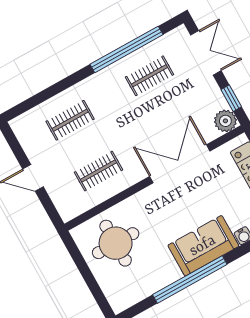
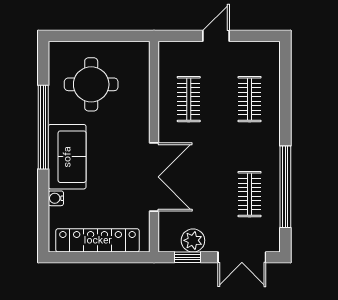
plant: (225, 121) -> (193, 240), moved
round table: (116, 243) -> (91, 84), moved

